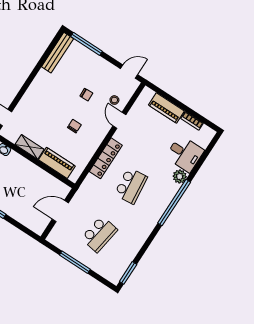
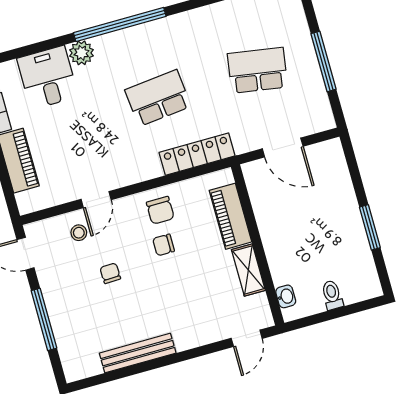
window: (87, 44) -> (44, 319), moved
bench: (57, 53) -> (138, 353), moved
chair: (89, 139) -> (160, 210), added
locker: (106, 158) -> (197, 154), moved

